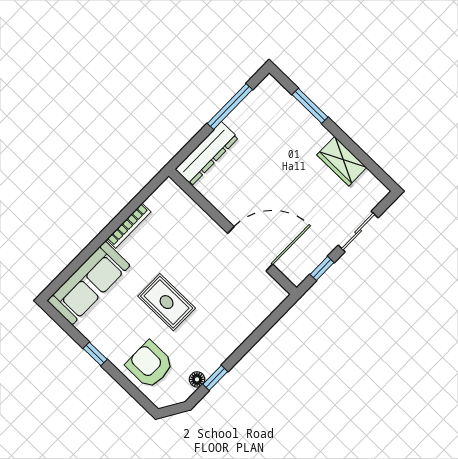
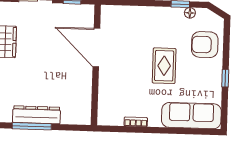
dresser: (207, 154) -> (37, 115), moved
bookcase: (129, 226) -> (136, 122), width x0.64
armchair: (150, 365) -> (205, 45), turned 90

